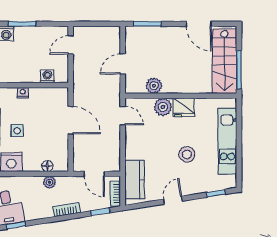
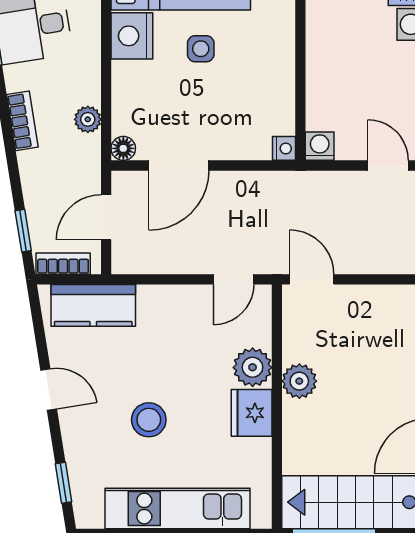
door: (123, 64) -> (312, 279), moved
washing machine: (47, 76) -> (320, 146), moved, turned -90
plant: (154, 86) -> (299, 381), moved
nightstand: (23, 93) -> (284, 148), moved
door: (71, 120) -> (179, 166), moved
floor lamp: (47, 166) -> (123, 148), moved
bookcase: (67, 210) -> (22, 121), moved

